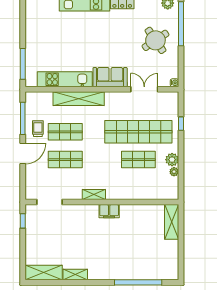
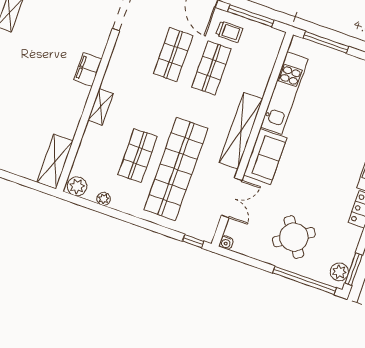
shelving: (79, 99) -> (241, 131), moved
window: (181, 124) -> (193, 241), moved
plant: (172, 160) -> (77, 186), moved
shelving: (94, 194) -> (101, 107), moved
filing cabinet: (109, 211) -> (88, 69), moved
shelving: (172, 222) -> (55, 162), moved, turned 90

